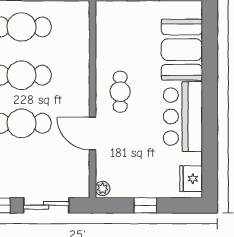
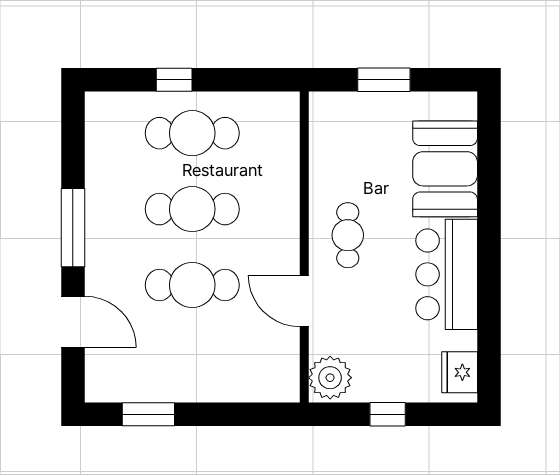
plant: (103, 188) -> (330, 378), width x1.88, depth x1.88
sliding door: (46, 205) -> (231, 414), removed

